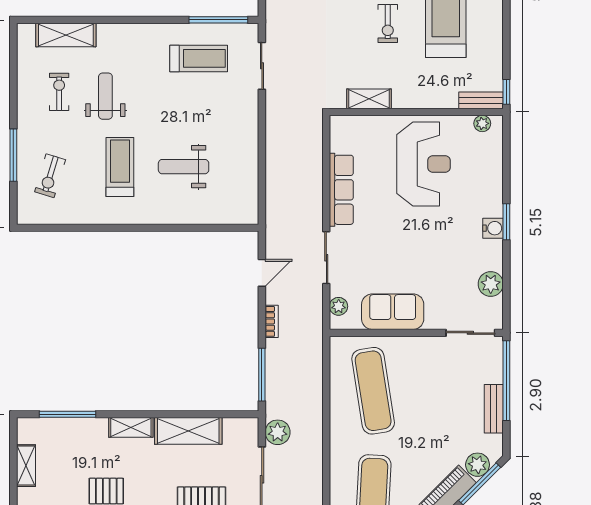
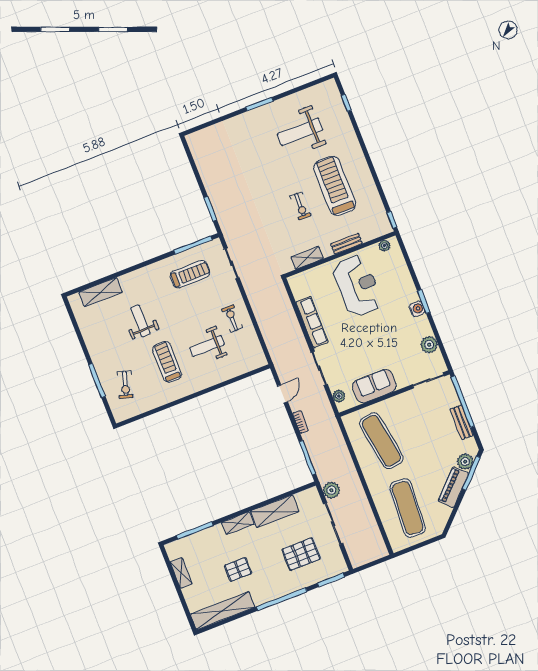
exercise bike: (59, 92) -> (232, 319), moved
bench: (481, 100) -> (346, 244), moved

